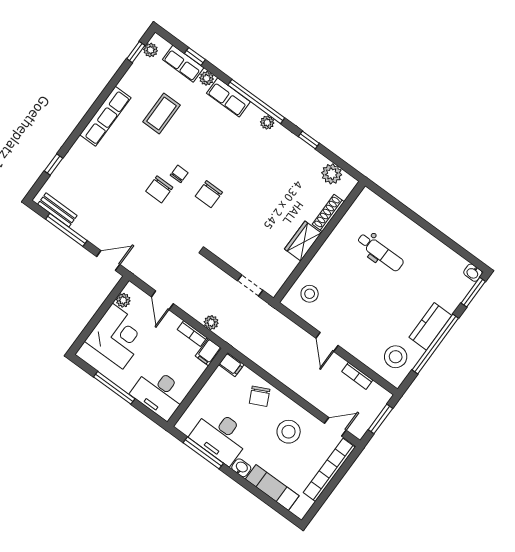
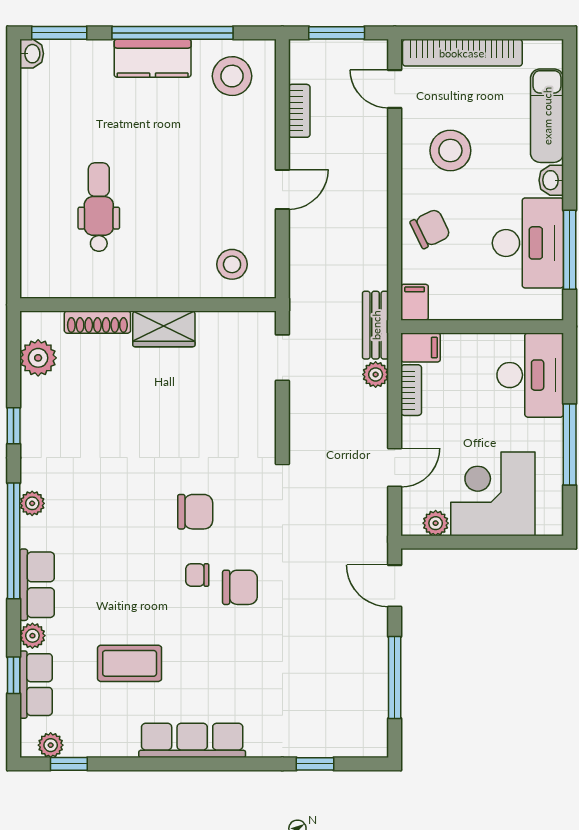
bench: (57, 210) -> (376, 325), moved

